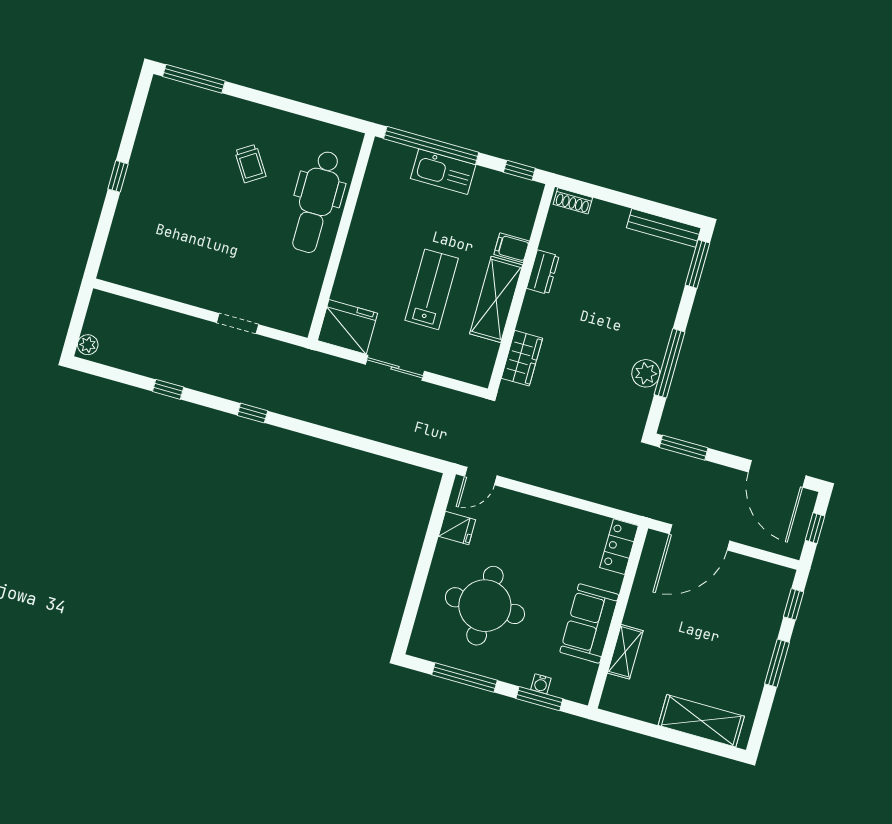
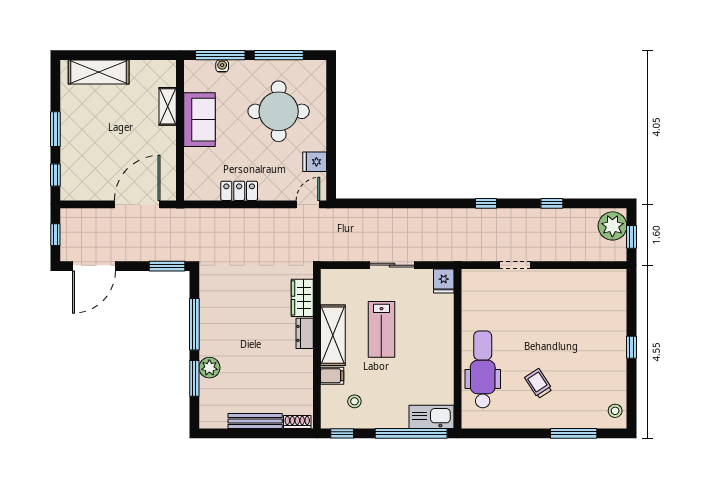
window: (194, 79) -> (574, 433), moved
stool: (162, 101) -> (615, 411), added
kitchen sink: (443, 172) -> (431, 417), moved
stool: (492, 207) -> (354, 401), added
bench: (664, 228) -> (255, 421), moved
window: (697, 264) -> (194, 378), moved
dresser: (543, 272) -> (305, 333), moved
window: (78, 318) -> (631, 237), added
fridge: (348, 327) -> (444, 281), width x0.53, depth x0.75
plant: (88, 345) -> (612, 226), width x1.87, depth x1.87
plant: (646, 373) -> (209, 368), moved
door: (777, 474) -> (94, 266), swing flipped
locker: (619, 547) -> (239, 191), moved, turned -90
window: (539, 699) -> (220, 55), width x1.44

